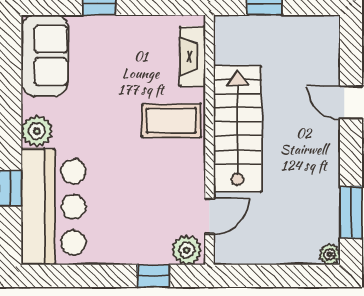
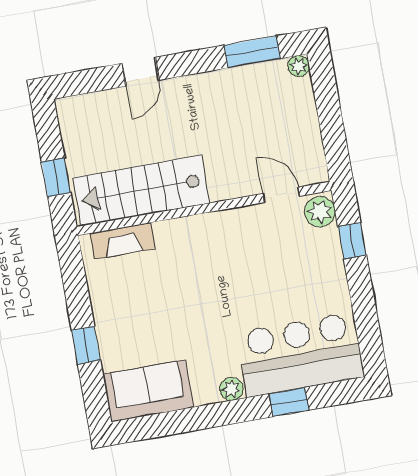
coffee table: (171, 121) -> (191, 251), removed
stairs: (237, 129) -> (141, 190), moved
plant: (37, 131) -> (231, 389), width x0.73, depth x0.73

